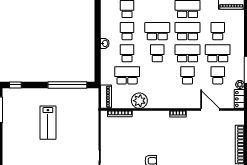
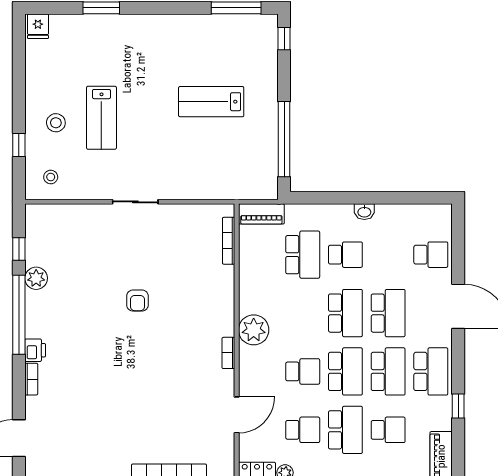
school desk: (127, 31) -> (388, 255), removed
school desk: (157, 53) -> (345, 313), width x1.85
plant: (139, 101) -> (254, 330), moved

